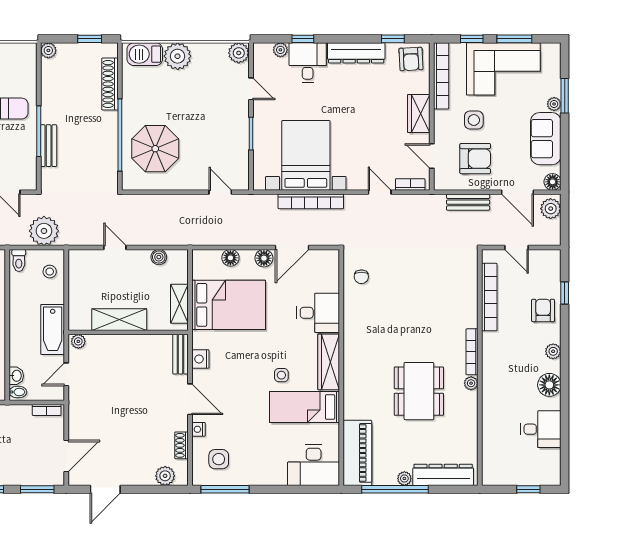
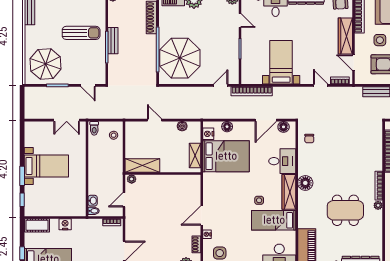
wardrobe: (419, 114) -> (345, 36), width x1.50
bench: (49, 146) -> (113, 41), moved
parasol: (155, 149) -> (180, 58), width x1.36, depth x1.36
bed with nightstands: (306, 155) -> (281, 62), width x0.73
door: (220, 192) -> (221, 85), hinge flipped
bookcase: (311, 201) -> (252, 91), moved
plant: (44, 231) -> (110, 110), removed
floor lamp: (264, 258) -> (284, 127), moved
shelving: (119, 320) -> (142, 165), moved
bathtub: (53, 329) -> (115, 172), removed
floor lamp: (355, 348) -> (305, 183), added
bench: (181, 354) -> (196, 187), removed
nightstand: (200, 359) -> (208, 134), moved
dining table: (419, 391) -> (345, 210), turned 90
door: (190, 399) -> (202, 215), swing flipped

